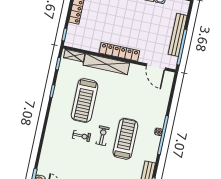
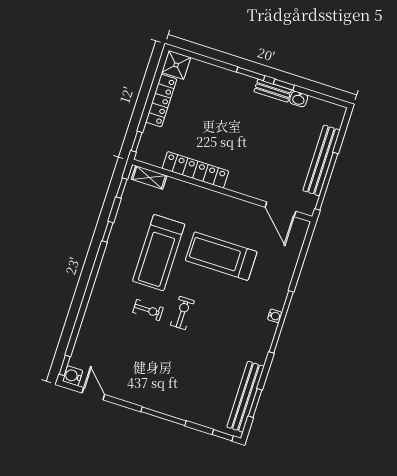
locker: (119, 52) -> (195, 170), moved
shelving: (106, 64) -> (200, 197), removed
treadmill: (125, 139) -> (221, 256), moved, turned -90

